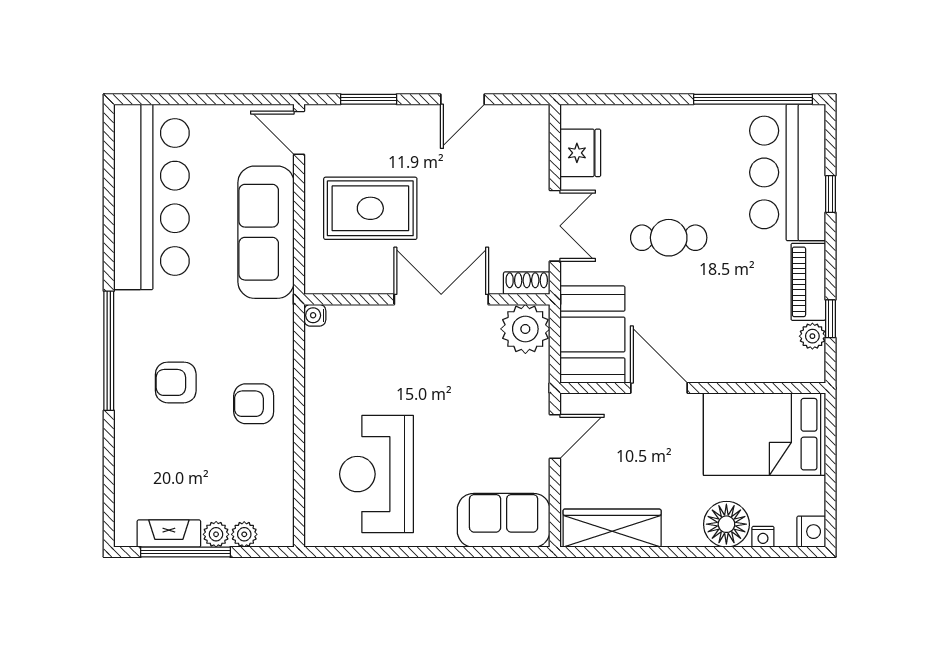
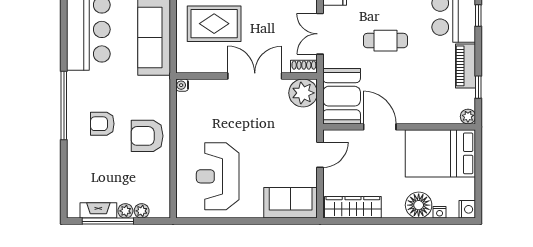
double door: (555, 226) -> (320, 34), swing flipped
plant: (812, 336) -> (468, 117), moved
armchair: (254, 404) -> (147, 136), width x1.38, depth x1.38

